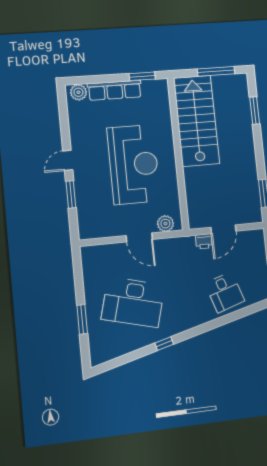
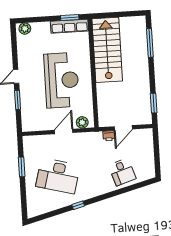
window: (216, 71) -> (123, 14), removed
row of seats: (115, 90) -> (69, 26), moved
window: (255, 110) -> (150, 43), width x1.44
door: (139, 237) -> (64, 131), swing flipped
window: (82, 319) -> (22, 167), moved

